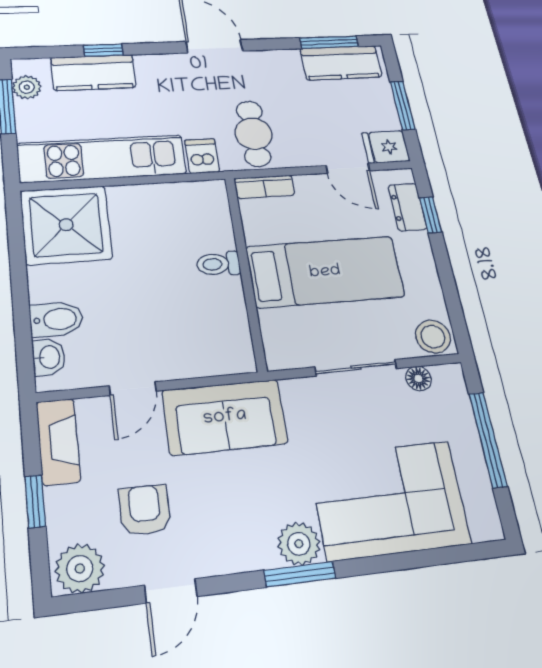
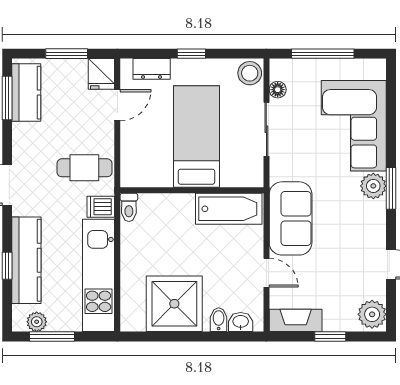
kitchen counter: (93, 72) -> (26, 260), width x1.50
bookcase: (264, 187) -> (128, 167), removed
window: (431, 215) -> (191, 54), moved
shower: (66, 225) -> (174, 304), moved
toilet: (218, 264) -> (129, 207), moved
bidet: (56, 319) -> (219, 320), width x0.72, depth x0.74
bathtub: (226, 325) -> (229, 209), added
armchair: (145, 510) -> (343, 274), removed

